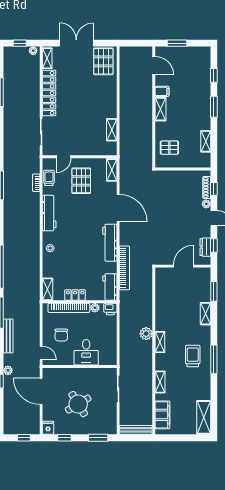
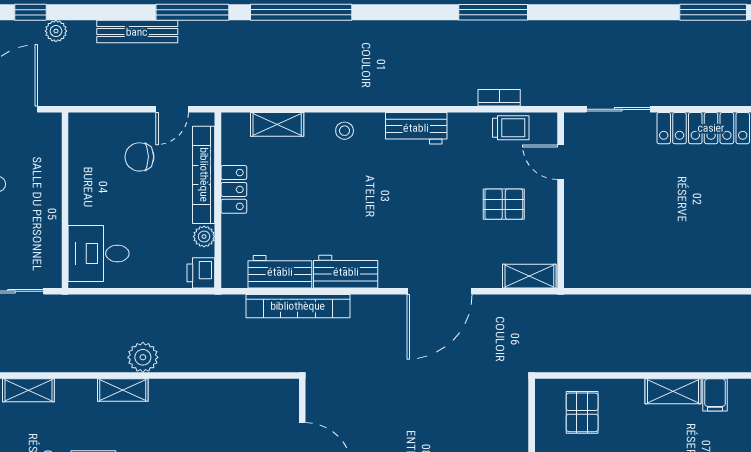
shelving: (112, 130) -> (624, 276), removed
pallet: (81, 181) -> (504, 204), width x0.67, depth x0.71
workbench: (49, 213) -> (416, 128), width x0.73
workbench: (110, 243) -> (346, 272), width x0.73
workbench: (110, 287) -> (280, 272), moved
shelving: (47, 289) -> (277, 124), moved
desk: (86, 352) -> (99, 254), moved
door: (41, 353) -> (172, 109), moved

